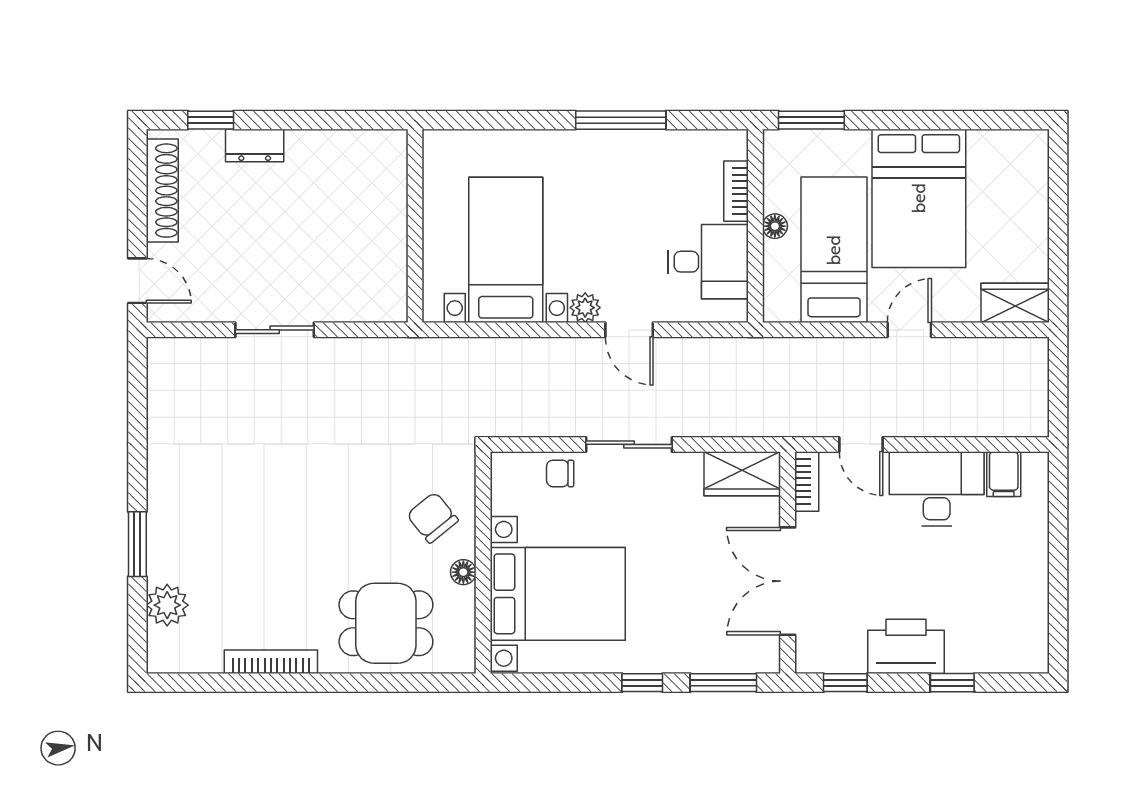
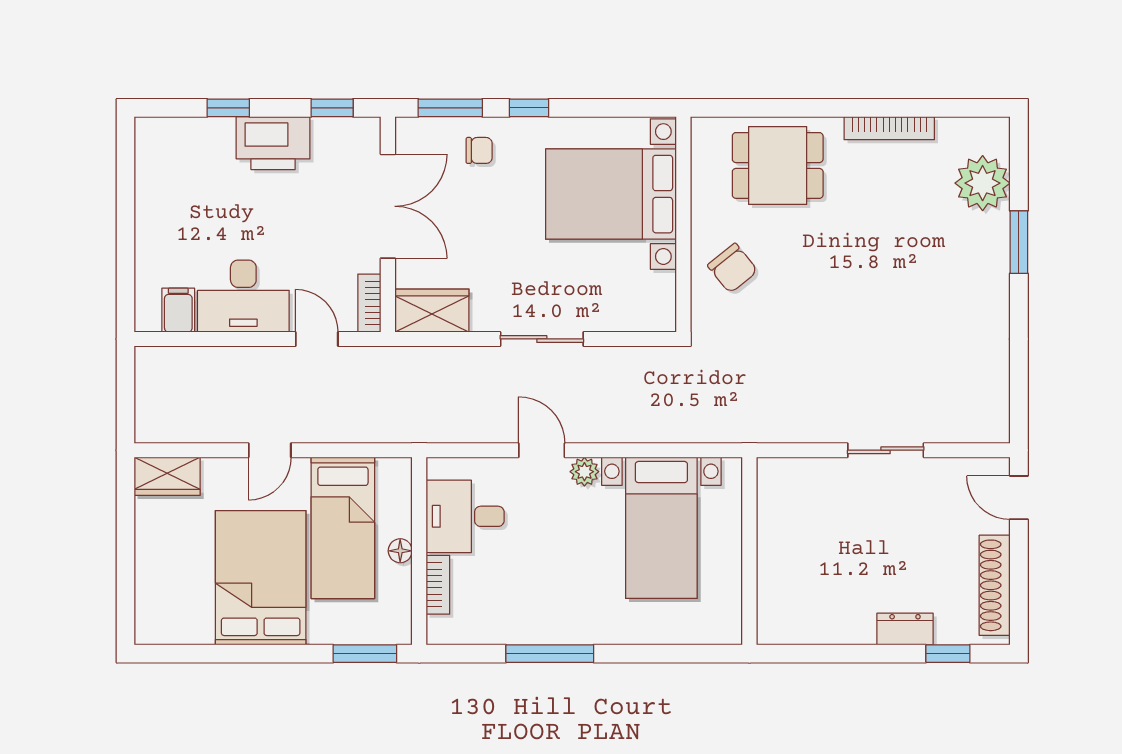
chair: (560, 473) -> (479, 150), moved
floor lamp: (463, 572) -> (703, 215), removed
plant: (167, 605) -> (983, 183), width x1.36, depth x1.36

